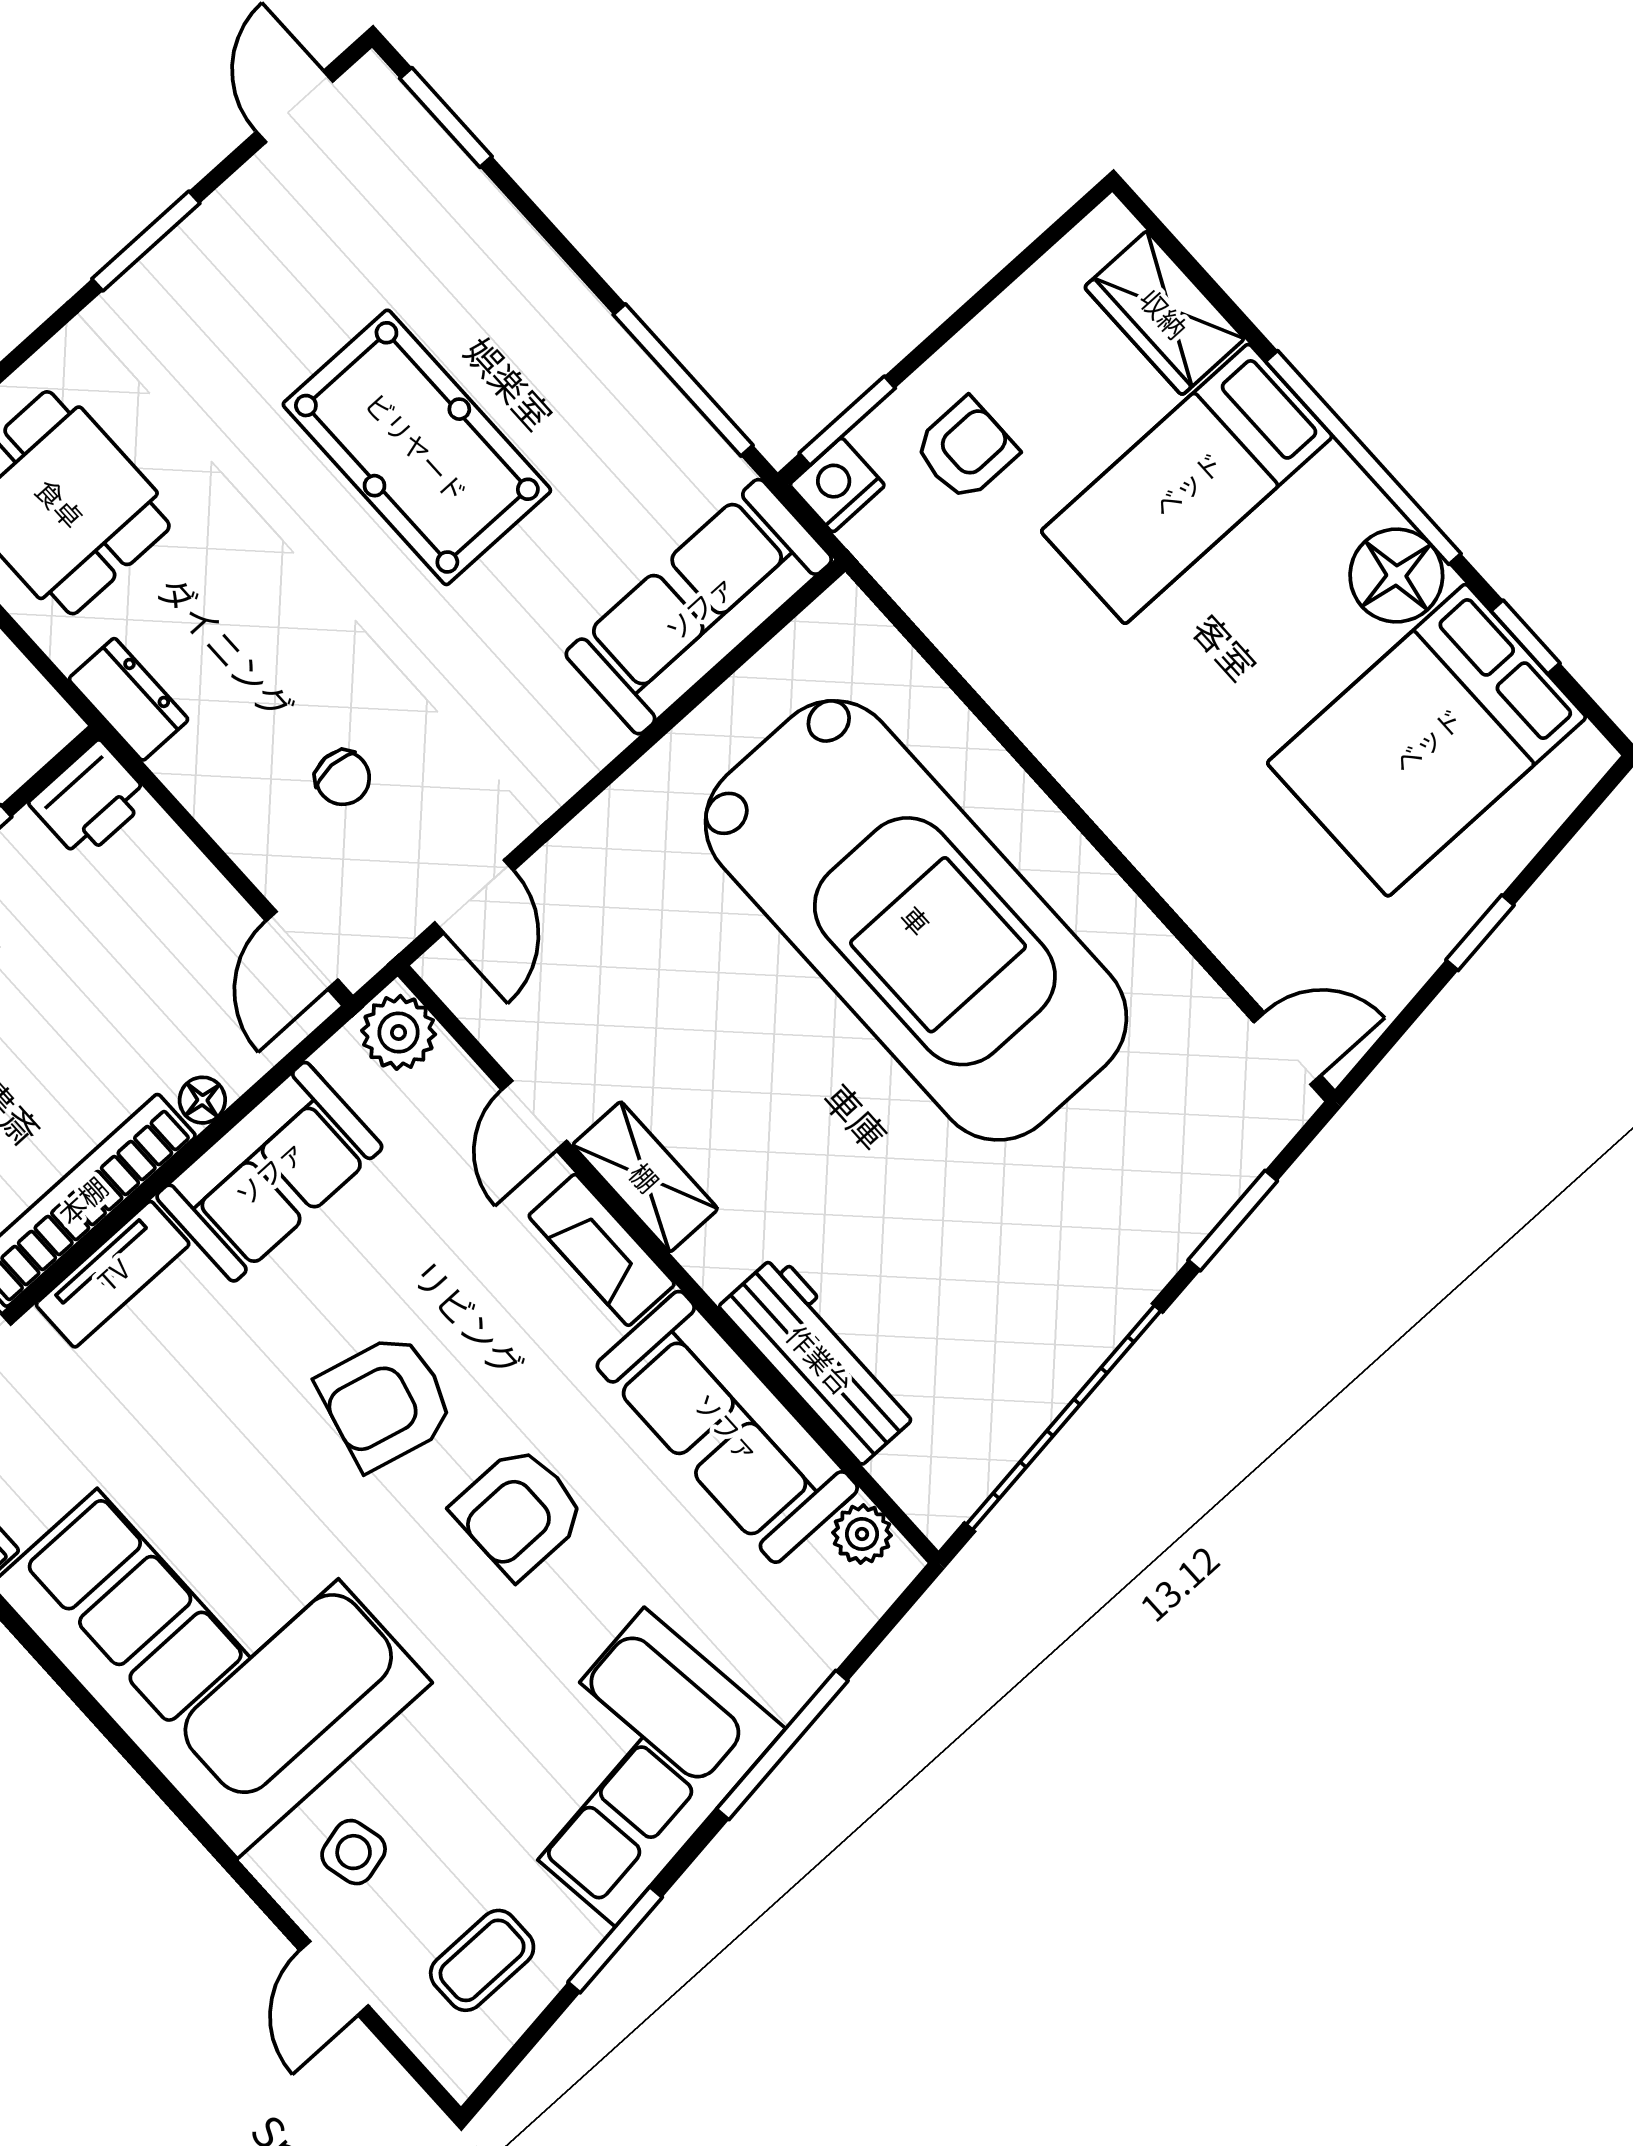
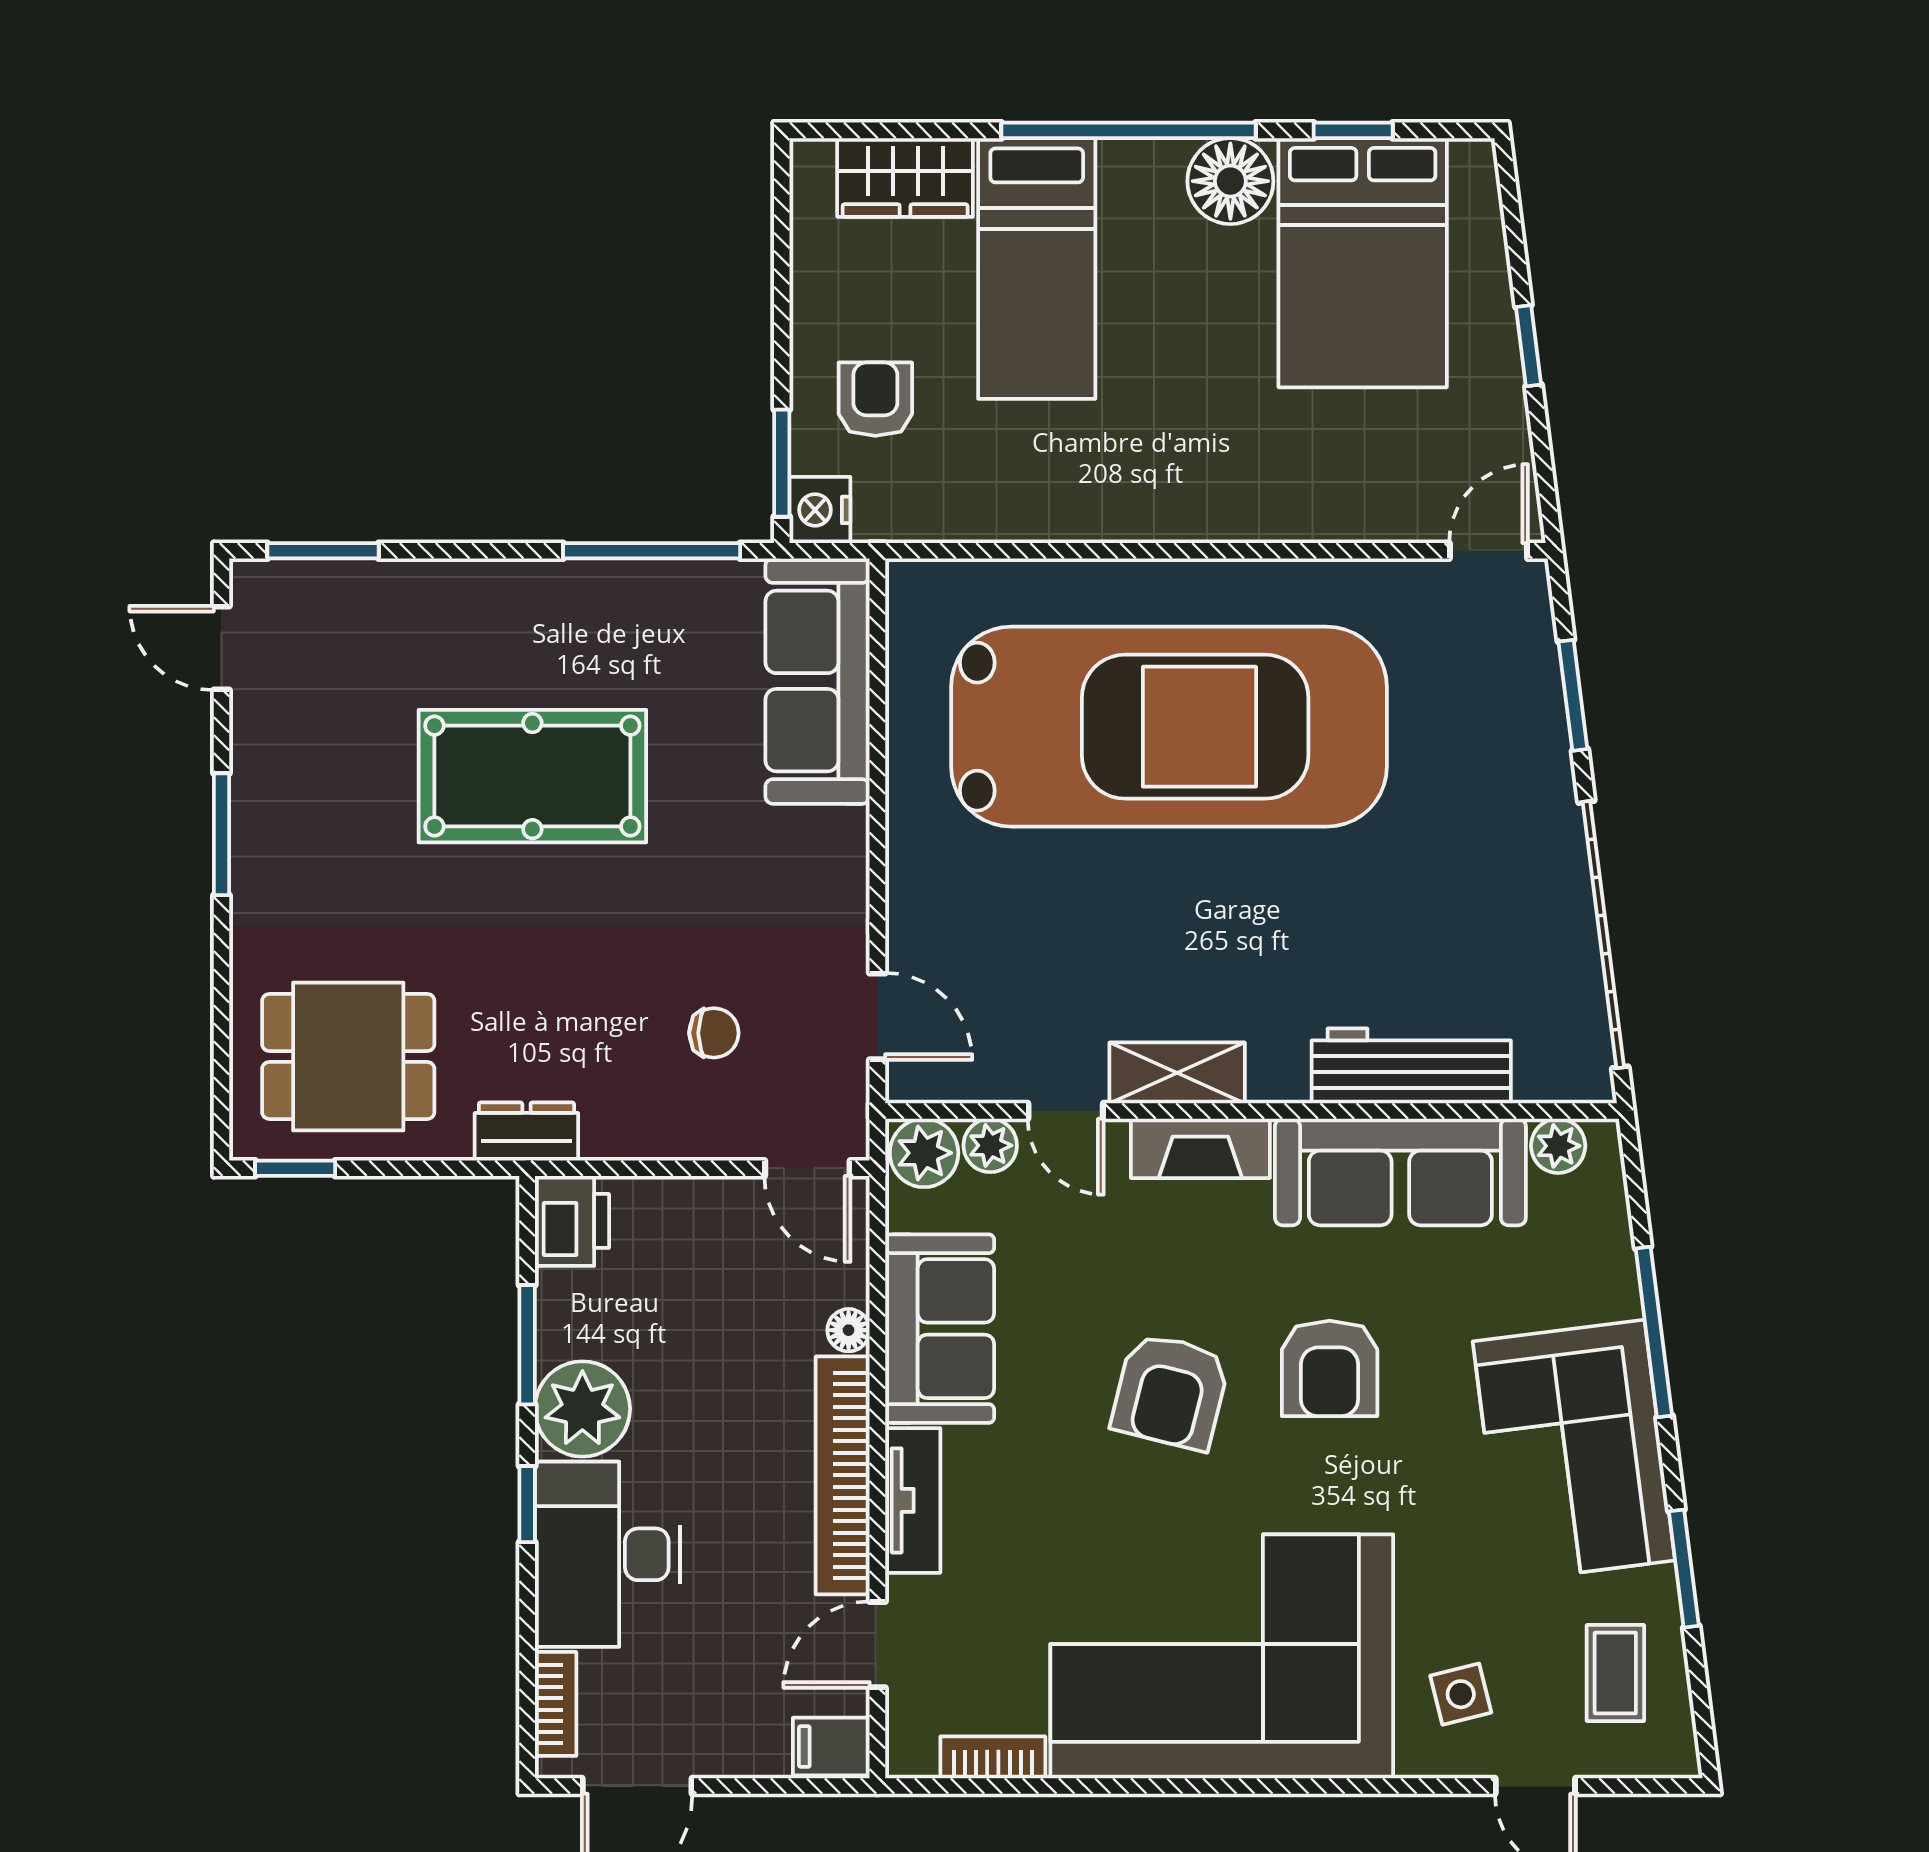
plant: (452, 1080) -> (990, 1145), added

